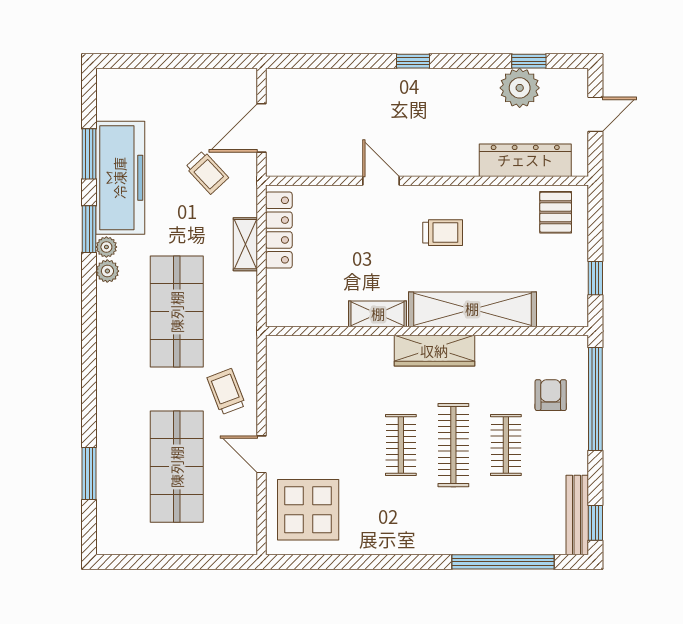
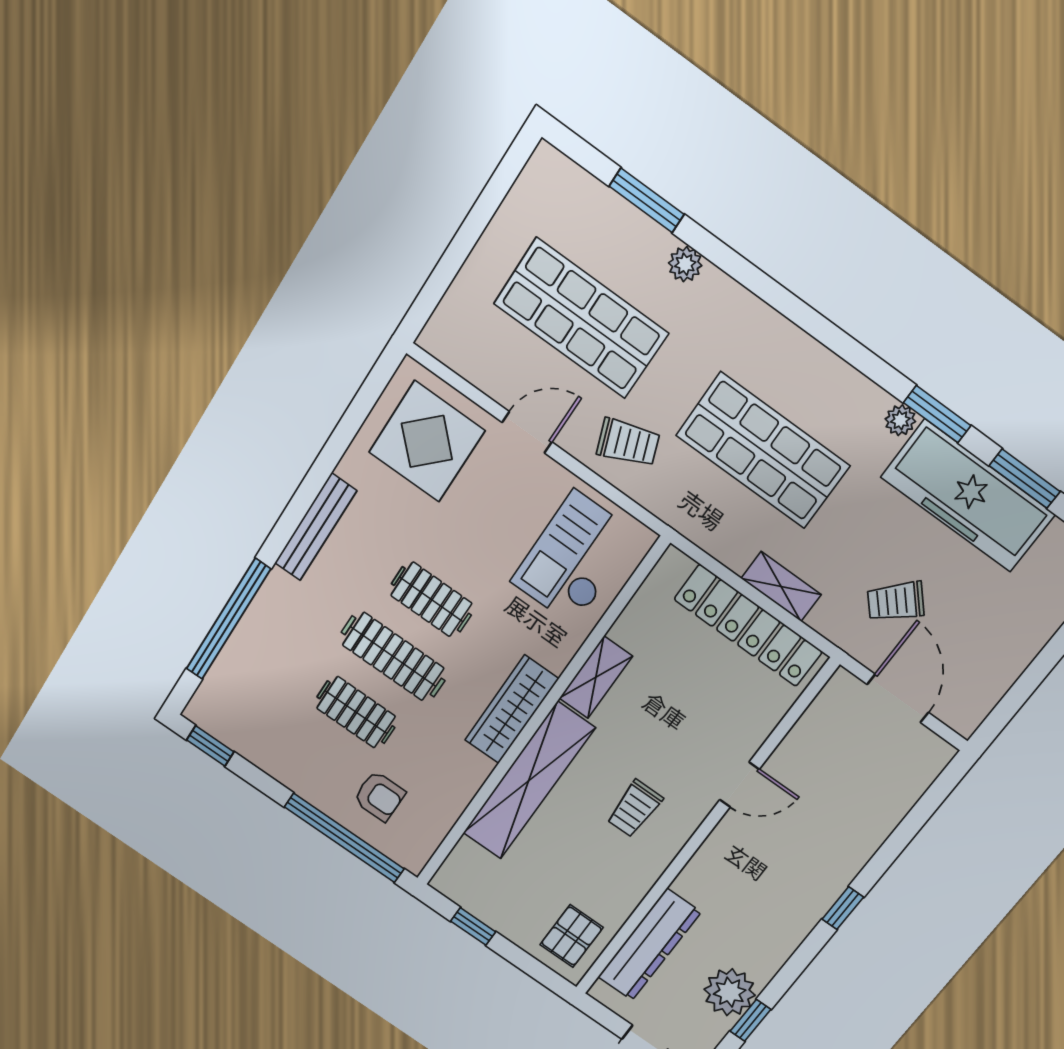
pallet: (556, 212) -> (572, 936), turned 90
locker: (279, 230) -> (748, 625), width x1.41, depth x1.21
plant: (107, 271) -> (685, 264), moved
checkout: (315, 377) -> (574, 558), added
bench: (577, 515) -> (316, 527), moved, turned 90

